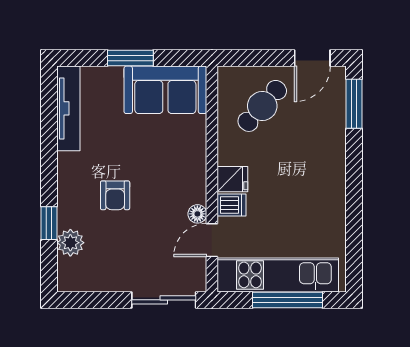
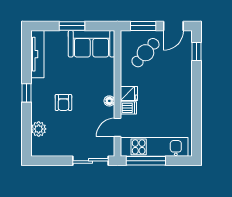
window: (258, 58) -> (143, 26), added
window: (354, 104) -> (197, 51), width x0.67
floor lamp: (197, 214) -> (109, 101), moved
window: (49, 223) -> (27, 93), moved
window: (287, 300) -> (146, 161), moved

